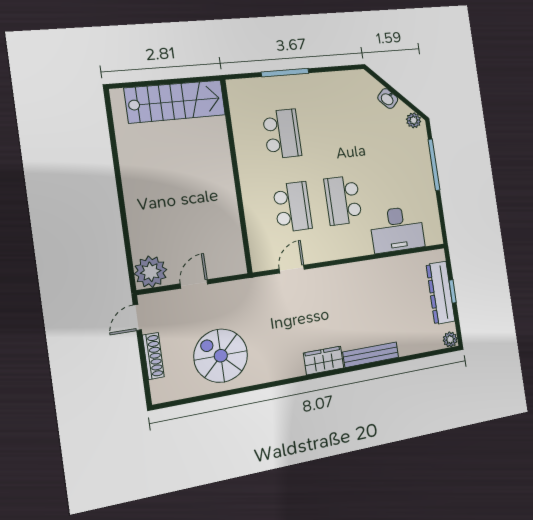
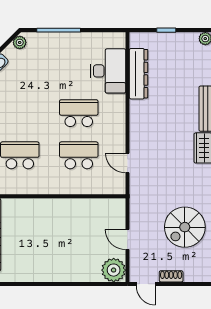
school desk: (343, 200) -> (79, 113), turned 180
dresser: (440, 293) -> (138, 74), moved, turned -90
shoe rack: (153, 356) -> (171, 276), width x0.70

